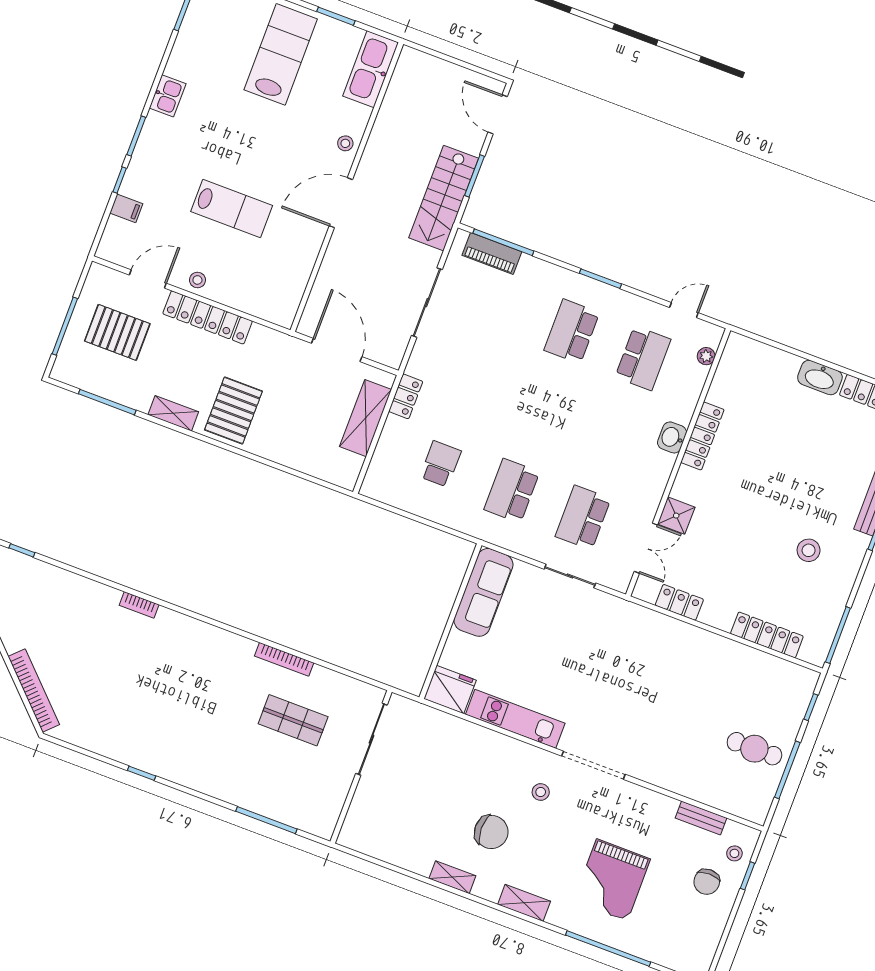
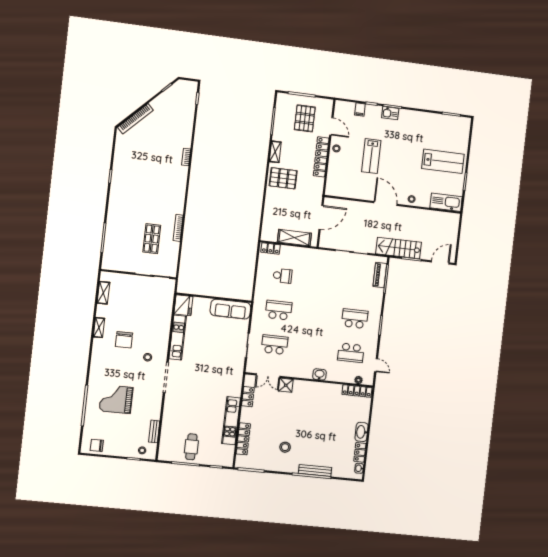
kitchen sink: (168, 96) -> (390, 113), moved
locker: (406, 396) -> (271, 249), moved
locker: (702, 436) -> (357, 391), moved
kitchen unit: (721, 651) -> (231, 421), added
chair: (707, 882) -> (97, 445), moved
shelving: (524, 903) -> (103, 293), moved

